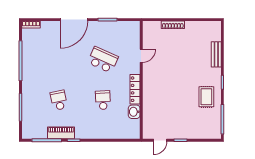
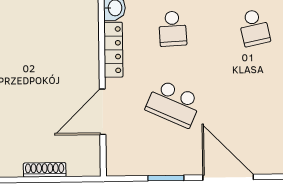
door: (74, 20) -> (228, 177), hinge flipped
door: (141, 56) -> (103, 112), width x1.88

